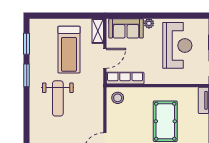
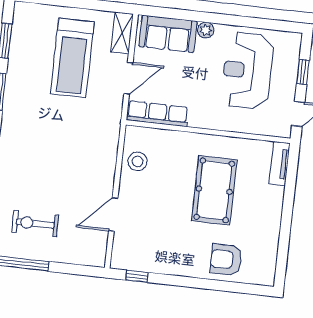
reception desk: (177, 45) -> (247, 71), turned 180
weight bench: (58, 98) -> (46, 134), removed
stool: (118, 98) -> (138, 161), moved

